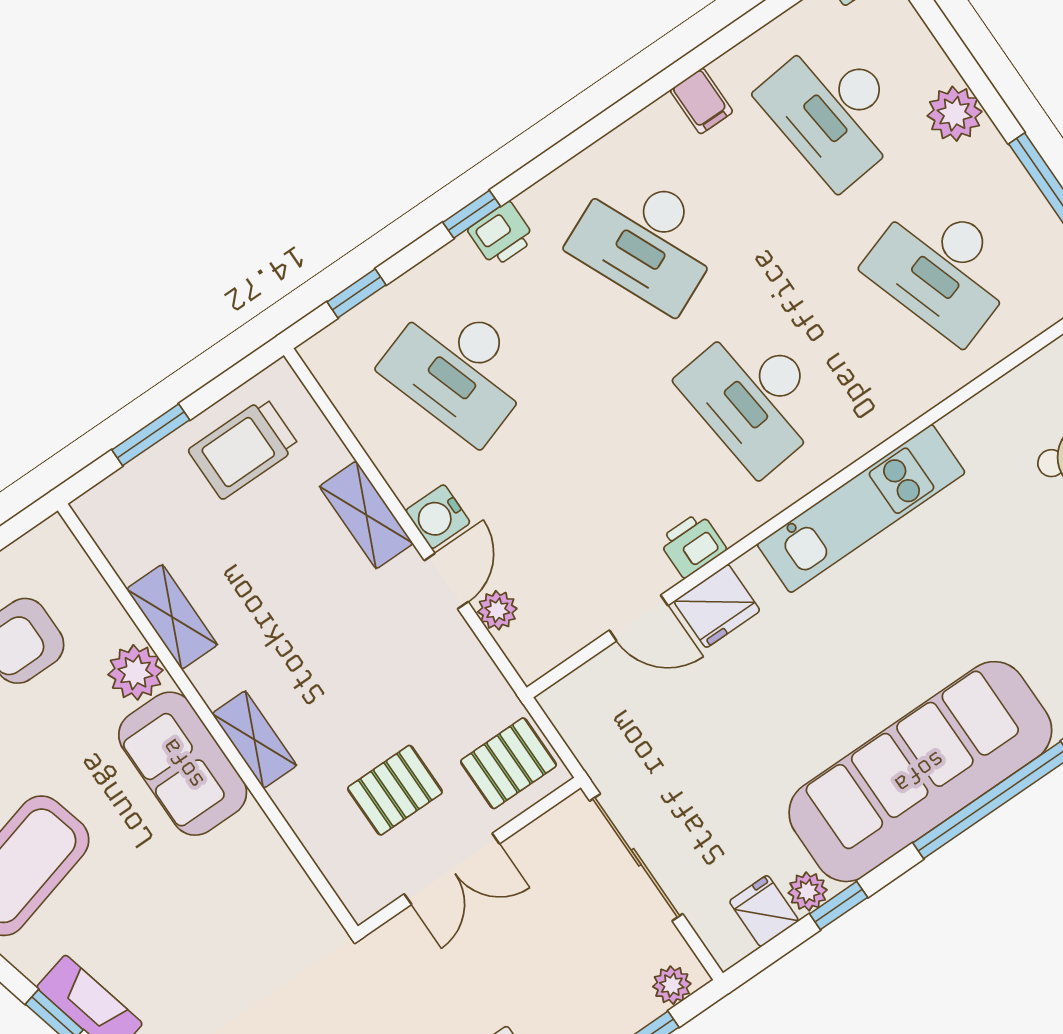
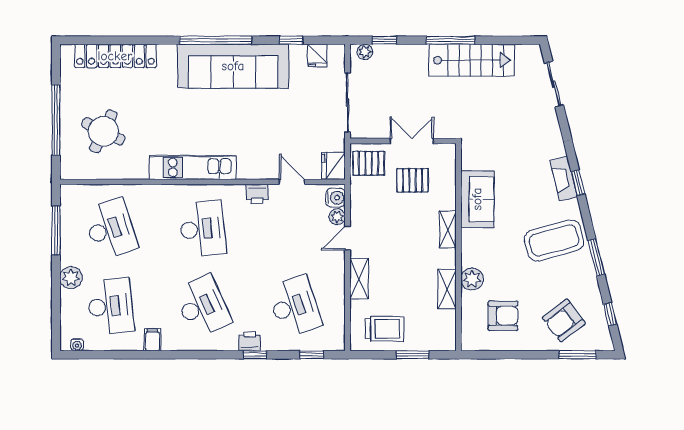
water cooler: (438, 517) -> (336, 198), moved
fridge: (717, 606) -> (334, 165), moved, turned -90
sofa: (183, 764) -> (477, 199), moved
plant: (808, 891) -> (298, 52), removed

